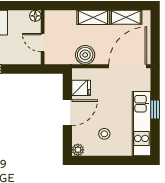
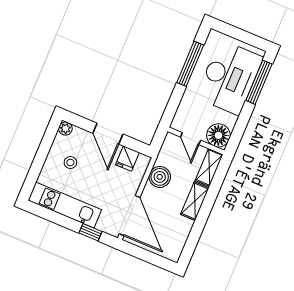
floor lamp: (35, 16) -> (218, 135), width x1.89, depth x1.89
shelving: (126, 17) -> (209, 167), moved
door: (43, 43) -> (191, 139), swing flipped
window: (155, 110) -> (90, 232), moved

